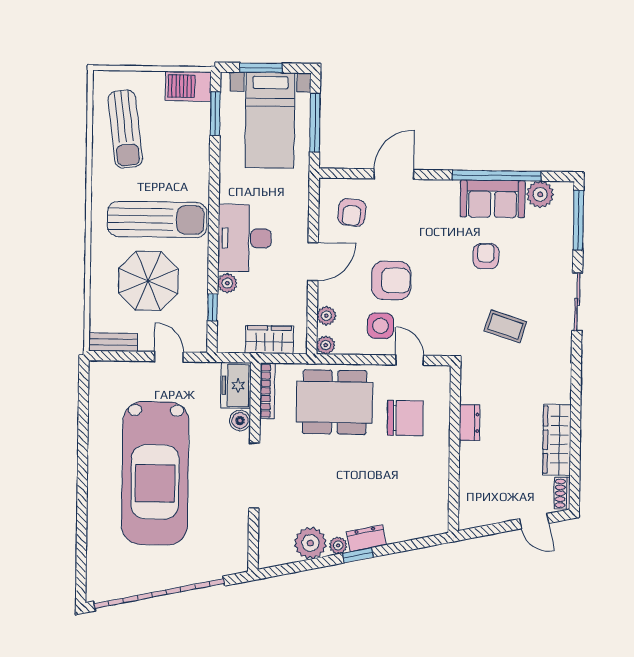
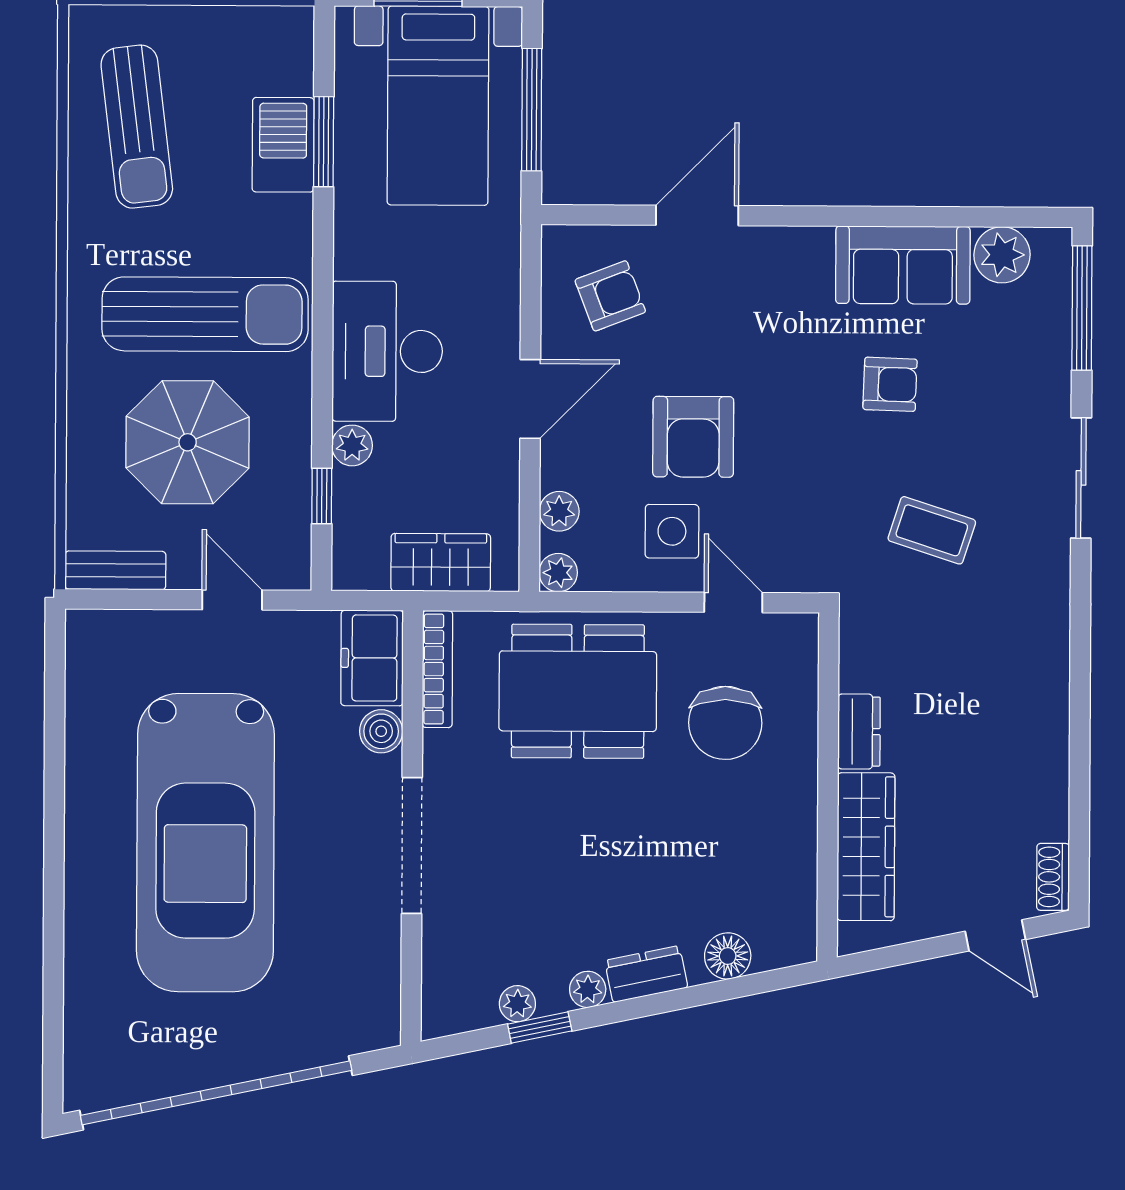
barbecue: (188, 86) -> (283, 145), moved, turned 90
window: (215, 114) -> (324, 142), moved
window: (497, 176) -> (911, 217), removed
armchair: (352, 212) -> (610, 296), turned -117
armchair: (486, 256) -> (890, 384), turned 92
armchair: (391, 280) -> (693, 437), turned 90
chair: (405, 418) -> (725, 723), turned 90
wardrobe: (557, 440) -> (866, 847), moved, turned 180
floor lamp: (405, 530) -> (728, 956), added
plant: (310, 543) -> (517, 1004), width x0.53, depth x0.53
window: (358, 555) -> (540, 1027), moved

